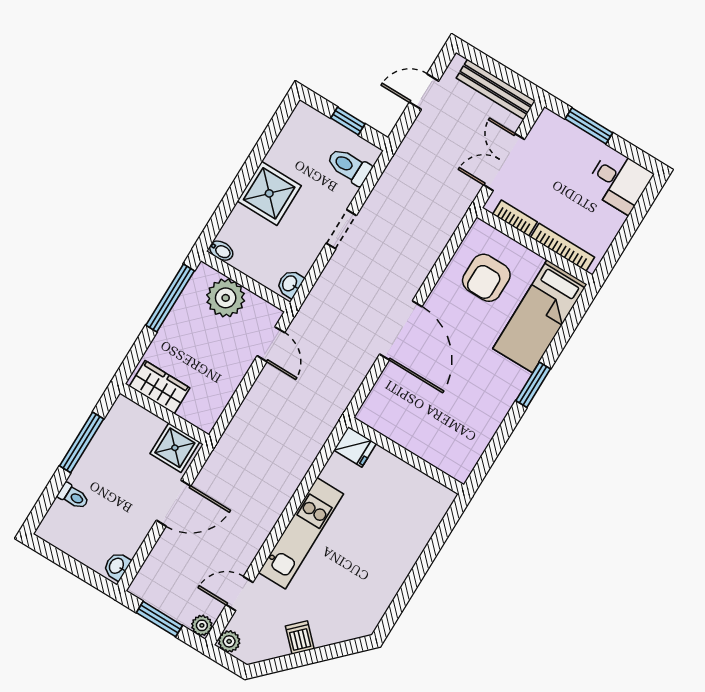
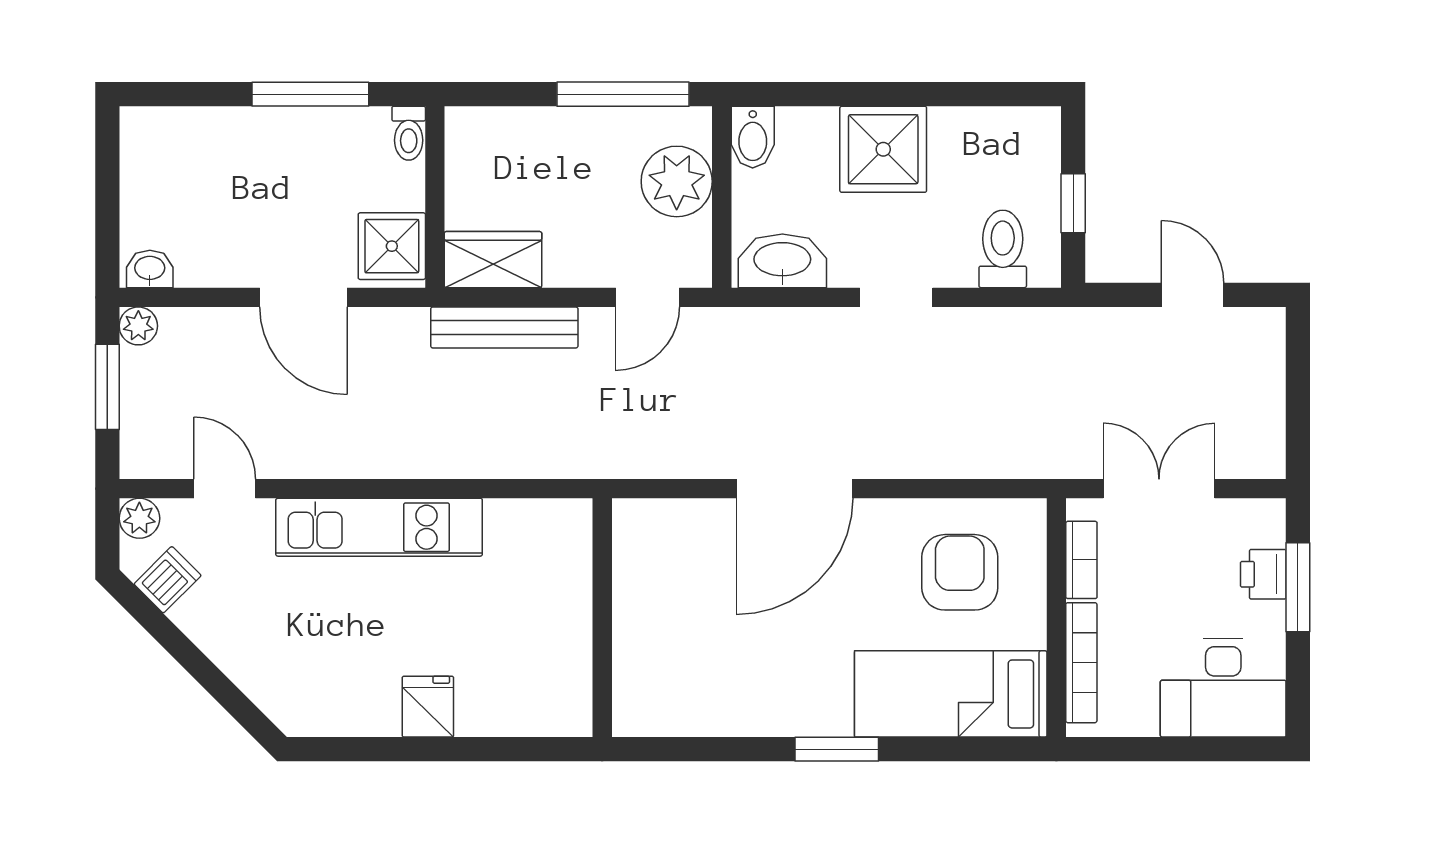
bench: (496, 89) -> (504, 327), moved, turned 90
printer: (573, 138) -> (1263, 574), added
desk: (619, 181) -> (1223, 688), width x1.37
bidet: (221, 251) -> (753, 137), width x1.38, depth x1.36
armchair: (486, 278) -> (960, 572), turned 90
washbasin: (290, 284) -> (782, 261), width x1.91, depth x1.45
wardrobe: (160, 387) -> (493, 260), moved, turned -90
fridge: (355, 447) -> (428, 707), moved, turned 180
toilet: (73, 496) -> (409, 133), moved
plant: (202, 625) -> (138, 326), moved
dishwasher: (300, 638) -> (168, 580), moved

